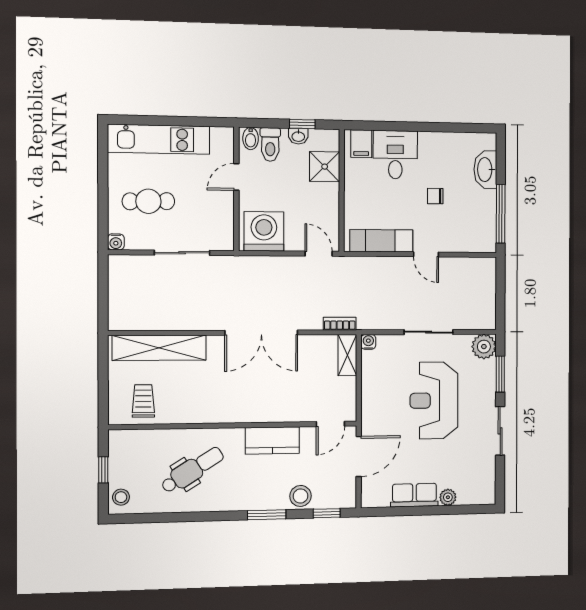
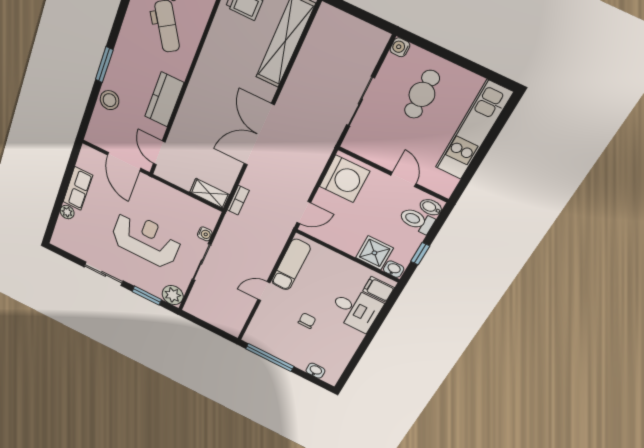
washbasin: (298, 136) -> (394, 269), moved, turned 90
washbasin: (485, 170) -> (315, 371), width x0.52, depth x0.69
water cooler: (368, 342) -> (205, 234), moved
window: (327, 513) -> (88, 114), removed

